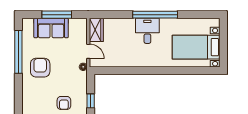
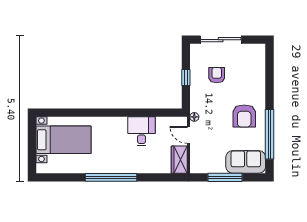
sofa: (51, 28) -> (246, 162), moved
desk: (147, 31) -> (142, 131), moved, turned 180

